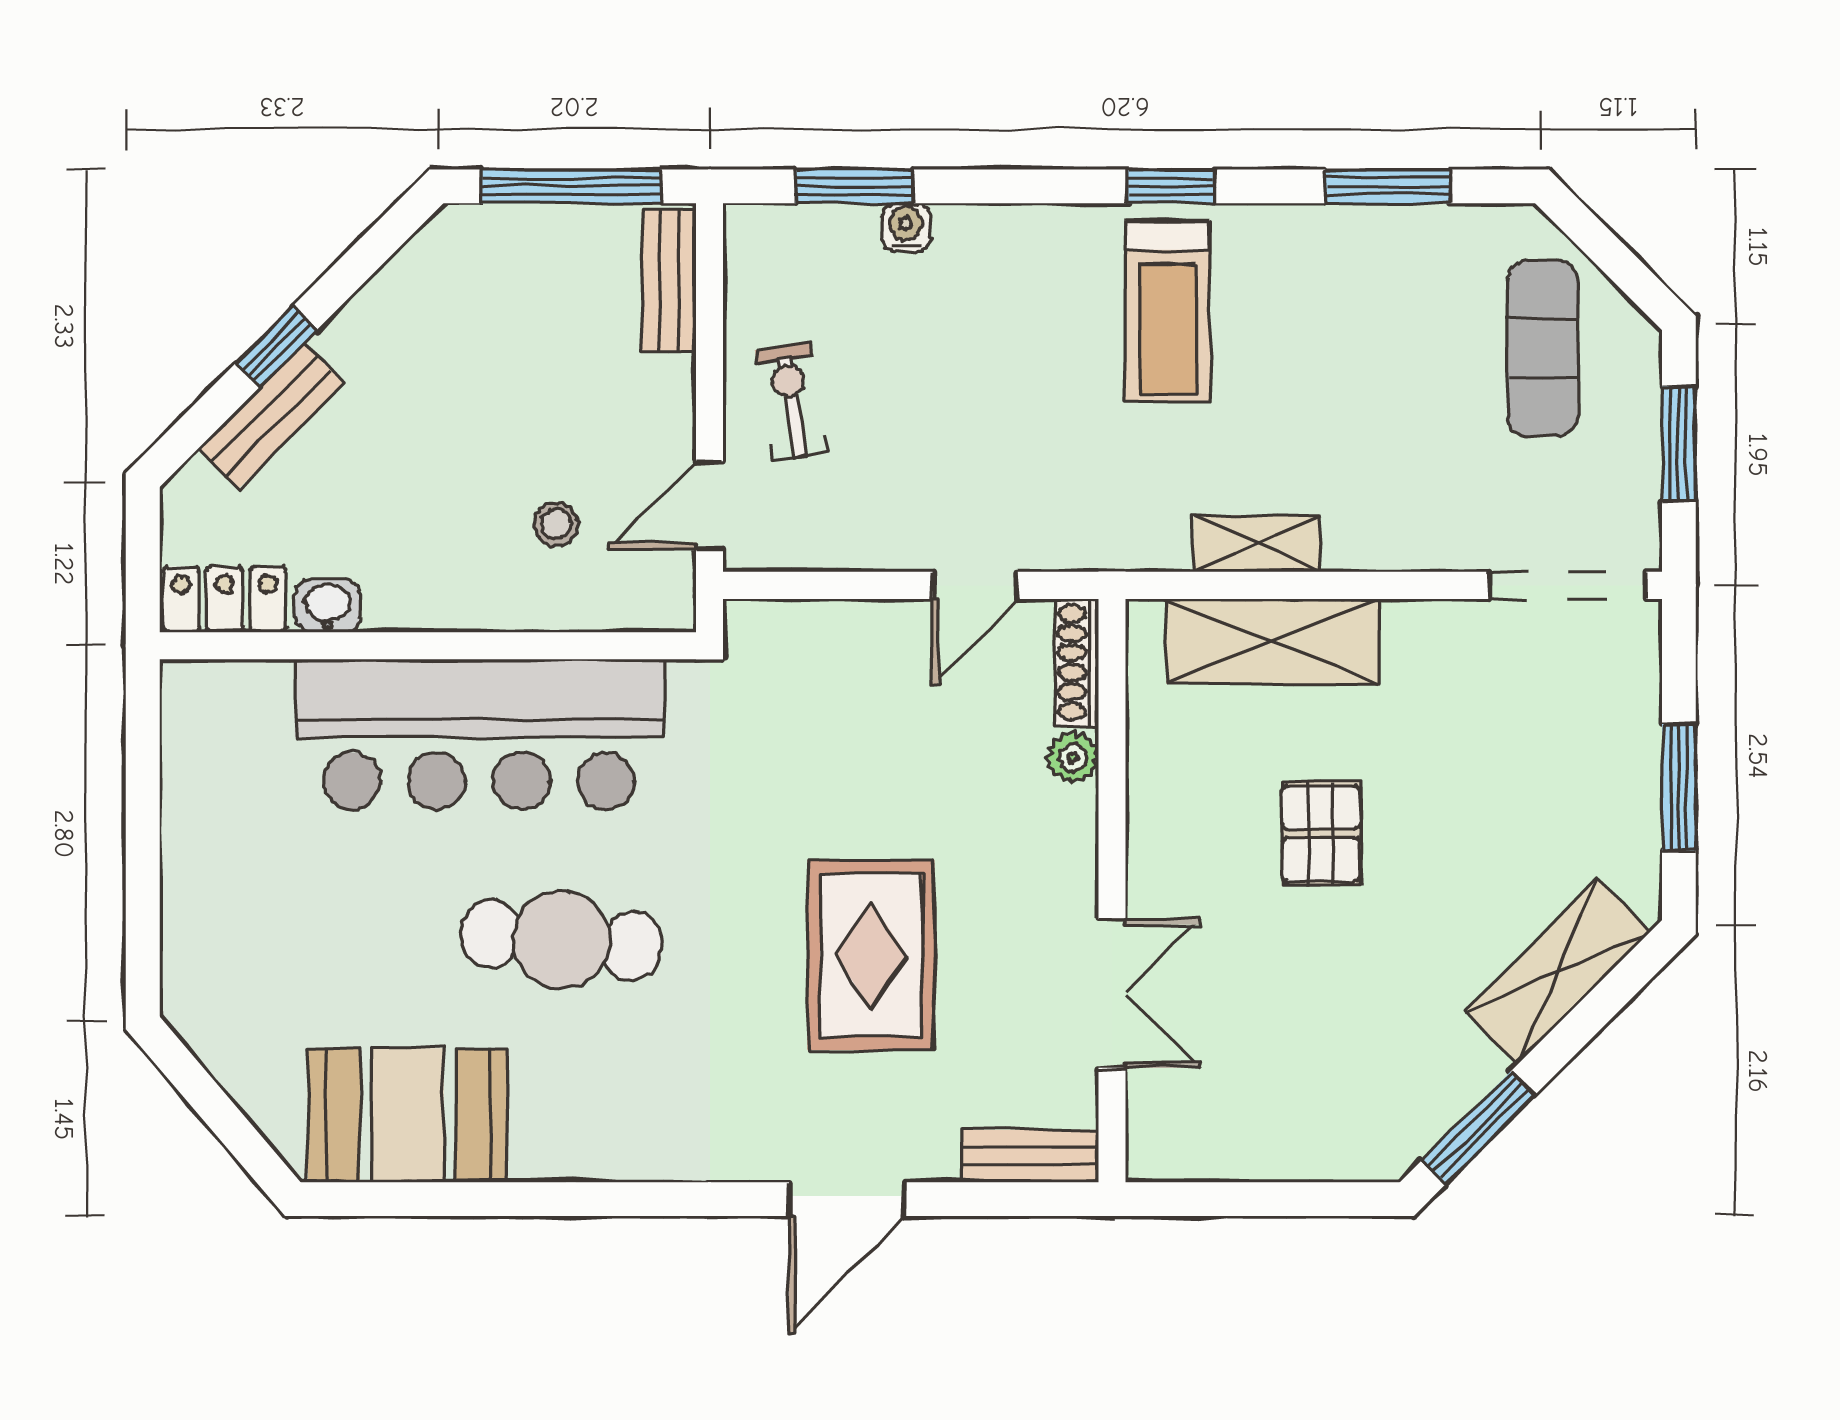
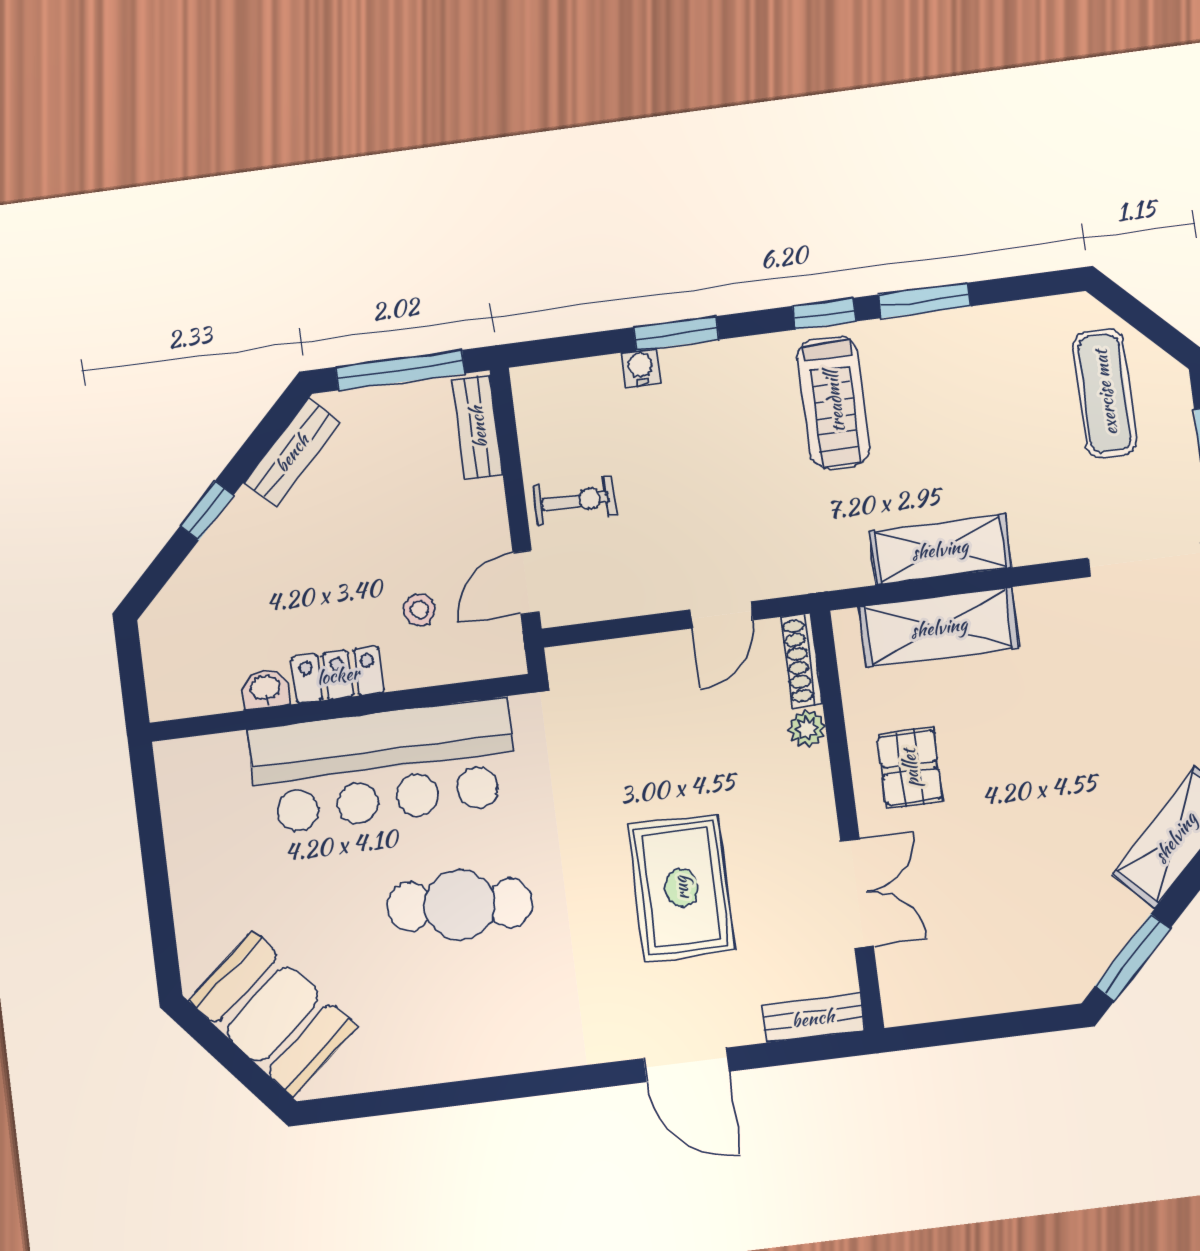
window: (854, 186) -> (676, 333), moved
window: (1388, 186) -> (924, 300), moved
exercise bike: (791, 401) -> (575, 501), turned 99
bench: (271, 416) -> (292, 453), moved
shelving: (1257, 544) -> (940, 549), width x1.50, depth x1.33
locker: (225, 599) -> (338, 675), moved
pallet: (1321, 834) -> (910, 768), moved
booth: (408, 1115) -> (273, 1014), moved, turned 50
door: (847, 1199) -> (687, 1065), hinge flipped

